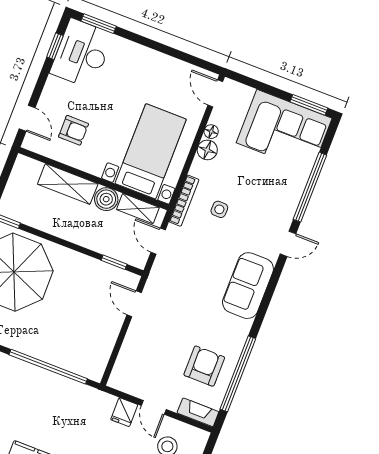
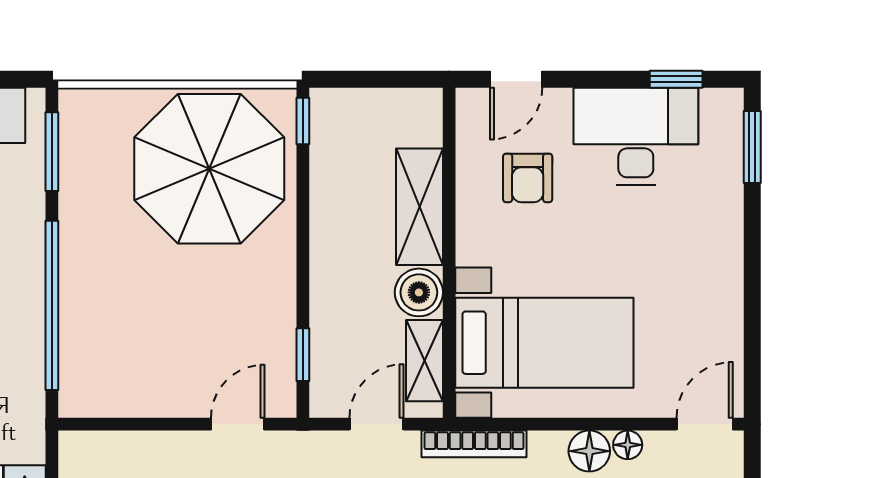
desk: (82, 54) -> (636, 136), moved

